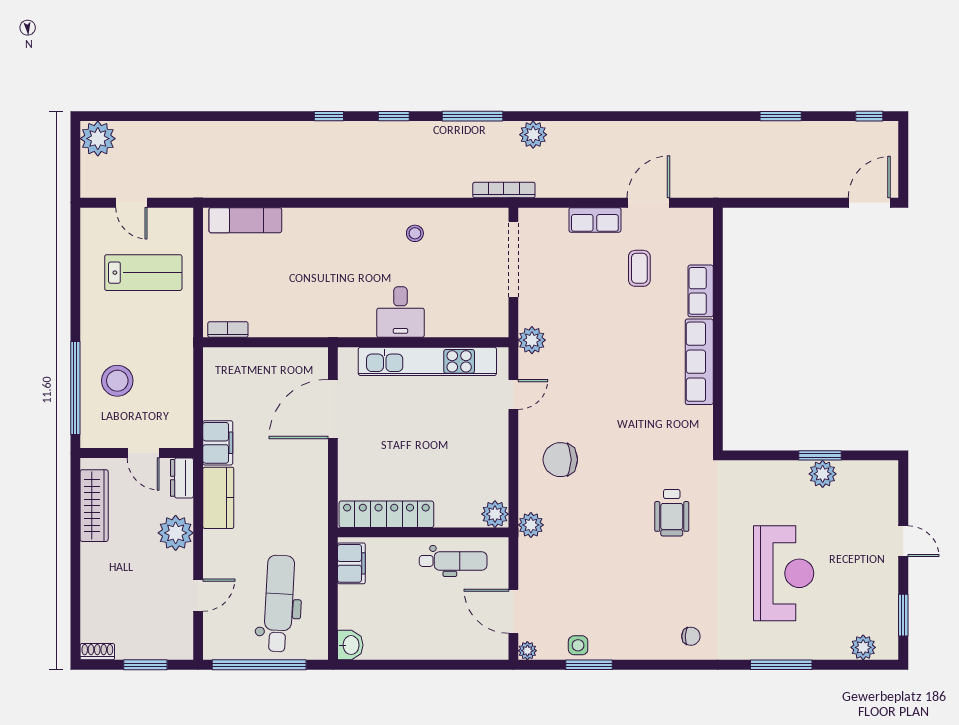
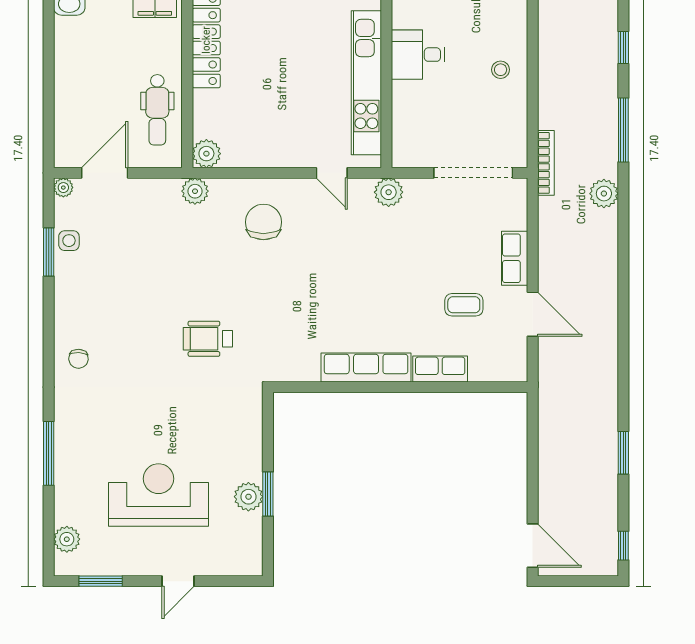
reception desk: (784, 573) -> (159, 495), moved, turned 180

